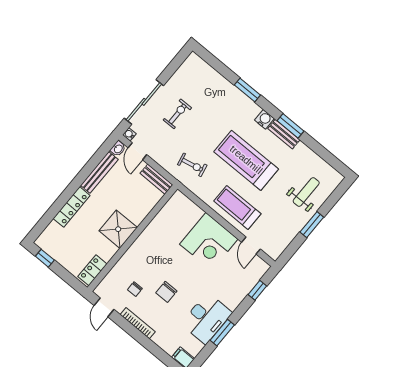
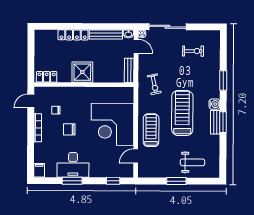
exercise bike: (177, 114) -> (193, 51), moved
door: (137, 151) -> (136, 46), swing flipped
corner desk: (209, 242) -> (112, 124), width x1.36, depth x1.36
window: (45, 258) -> (31, 44), removed

